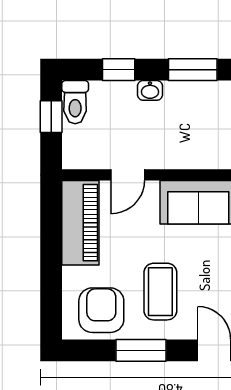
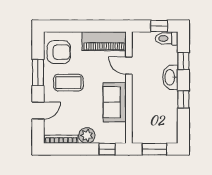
window: (193, 70) -> (183, 99), width x0.67
washbasin: (150, 90) -> (170, 77), width x1.91, depth x1.45

